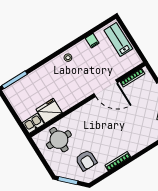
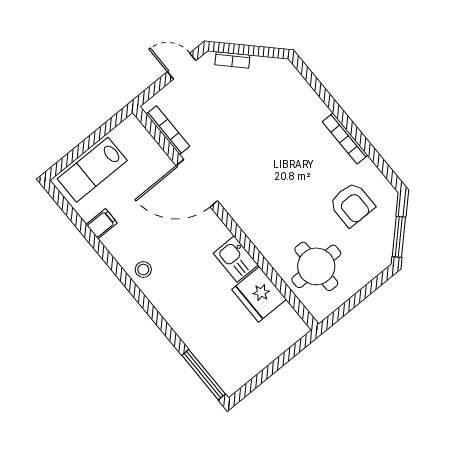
door: (106, 88) -> (197, 183), swing flipped
kitchen sink: (33, 123) -> (236, 259), moved
armchair: (86, 160) -> (352, 204), turned 90

